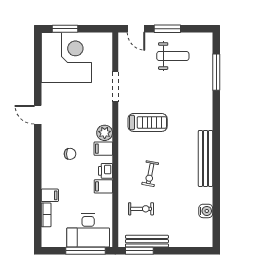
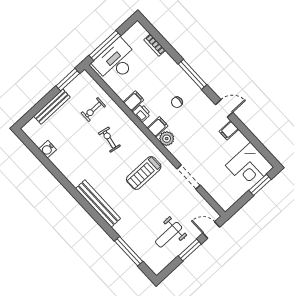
corner desk: (66, 57) -> (250, 166), width x0.74, depth x0.74
bench: (205, 158) -> (98, 203), moved
window: (38, 164) -> (193, 74), added
filing cabinet: (50, 195) -> (229, 130), moved
bench: (147, 241) -> (52, 107), moved

